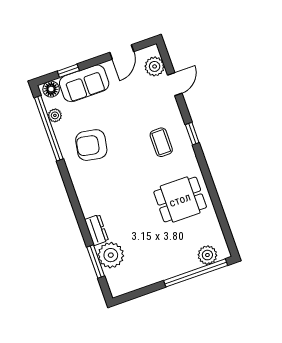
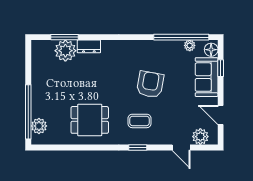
armchair: (91, 145) -> (150, 84), moved
dining table: (180, 200) -> (90, 120), turned 90

